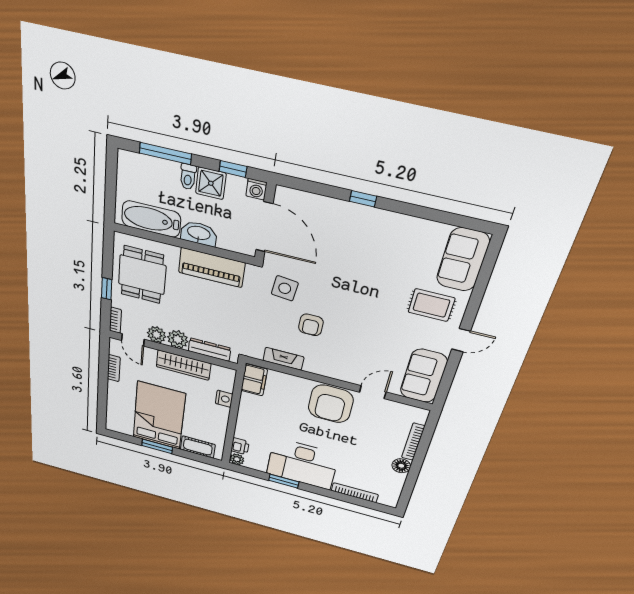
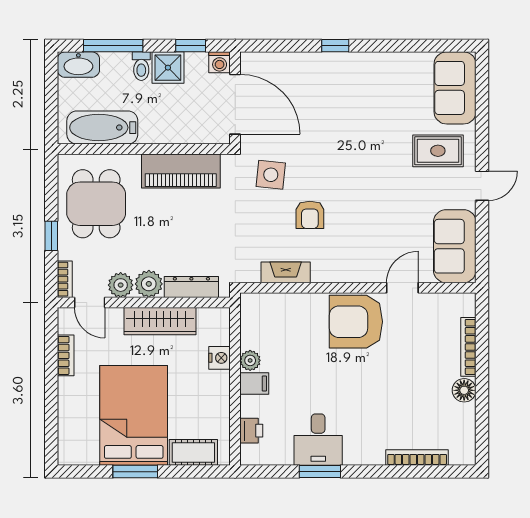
washbasin: (199, 233) -> (78, 65), moved, turned 180
filing cabinet: (254, 380) -> (254, 383), moved, width x0.50
armchair: (331, 404) -> (356, 322), turned 90
plant: (237, 459) -> (250, 360), moved
desk: (302, 464) -> (318, 440), width x0.53, depth x0.77

